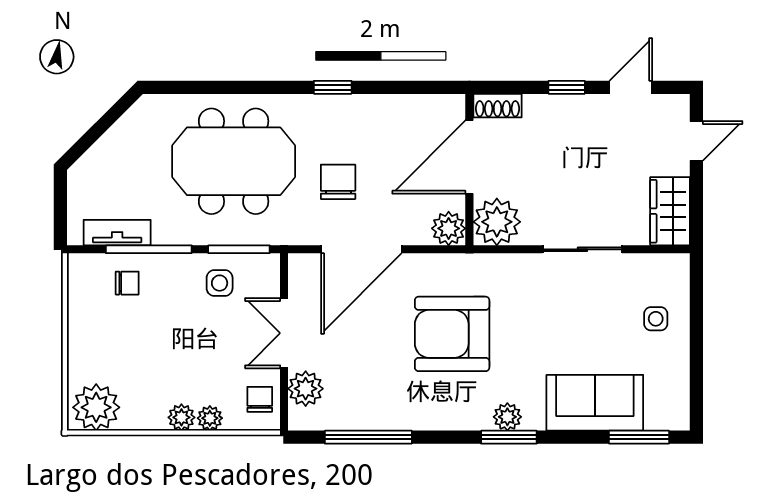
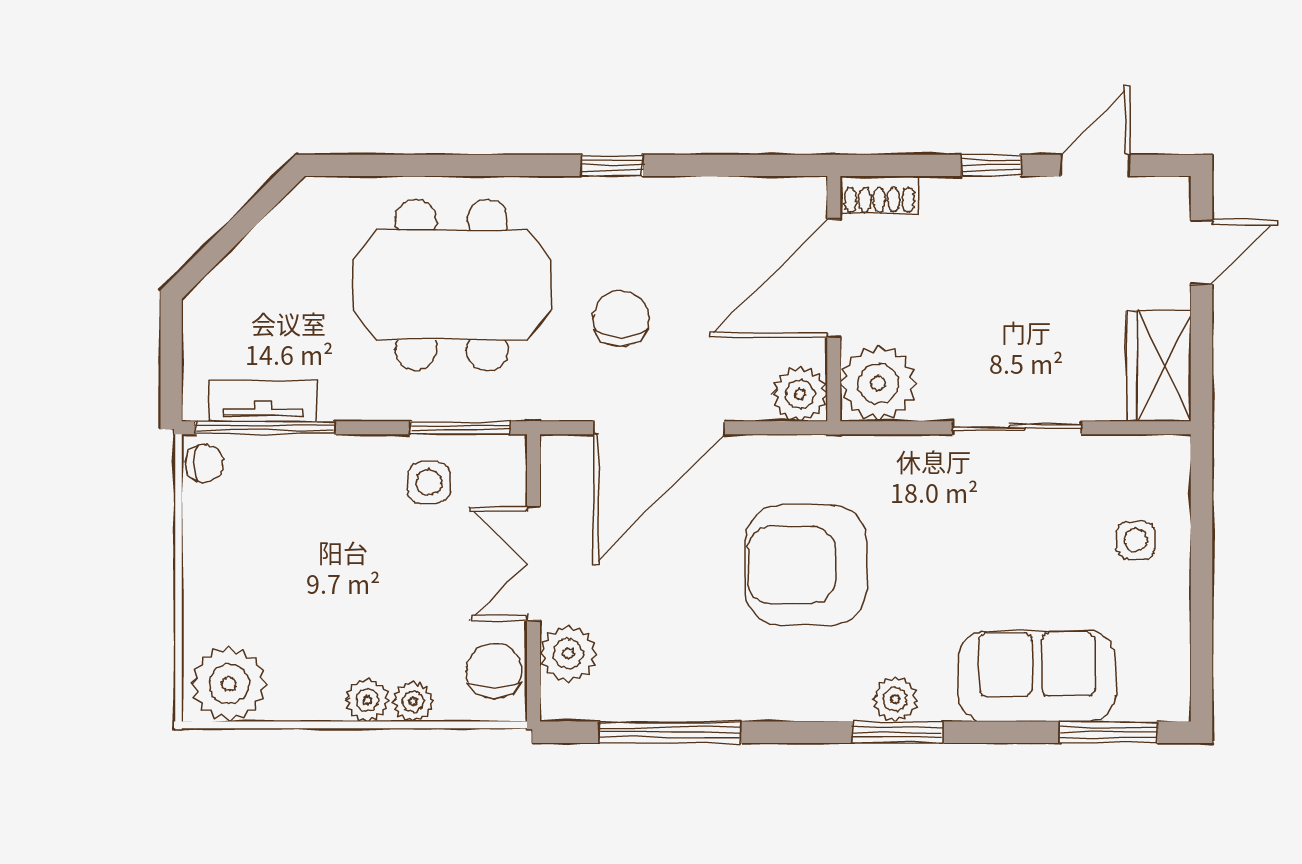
window: (149, 249) -> (265, 428), moved
chair: (127, 283) -> (205, 463), moved
chair: (260, 399) -> (494, 671), width x1.37, depth x1.37

